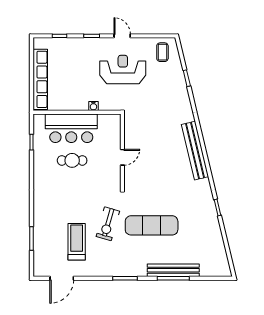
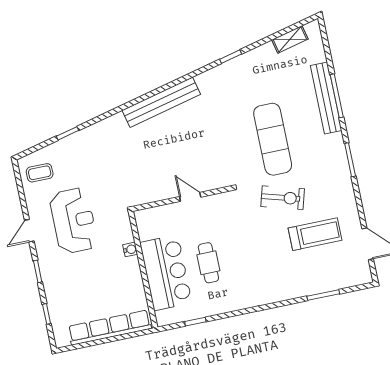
reception desk: (123, 69) -> (74, 221), turned 180
treadmill: (77, 242) -> (315, 234), turned 180
shelving: (221, 253) -> (290, 39), added

